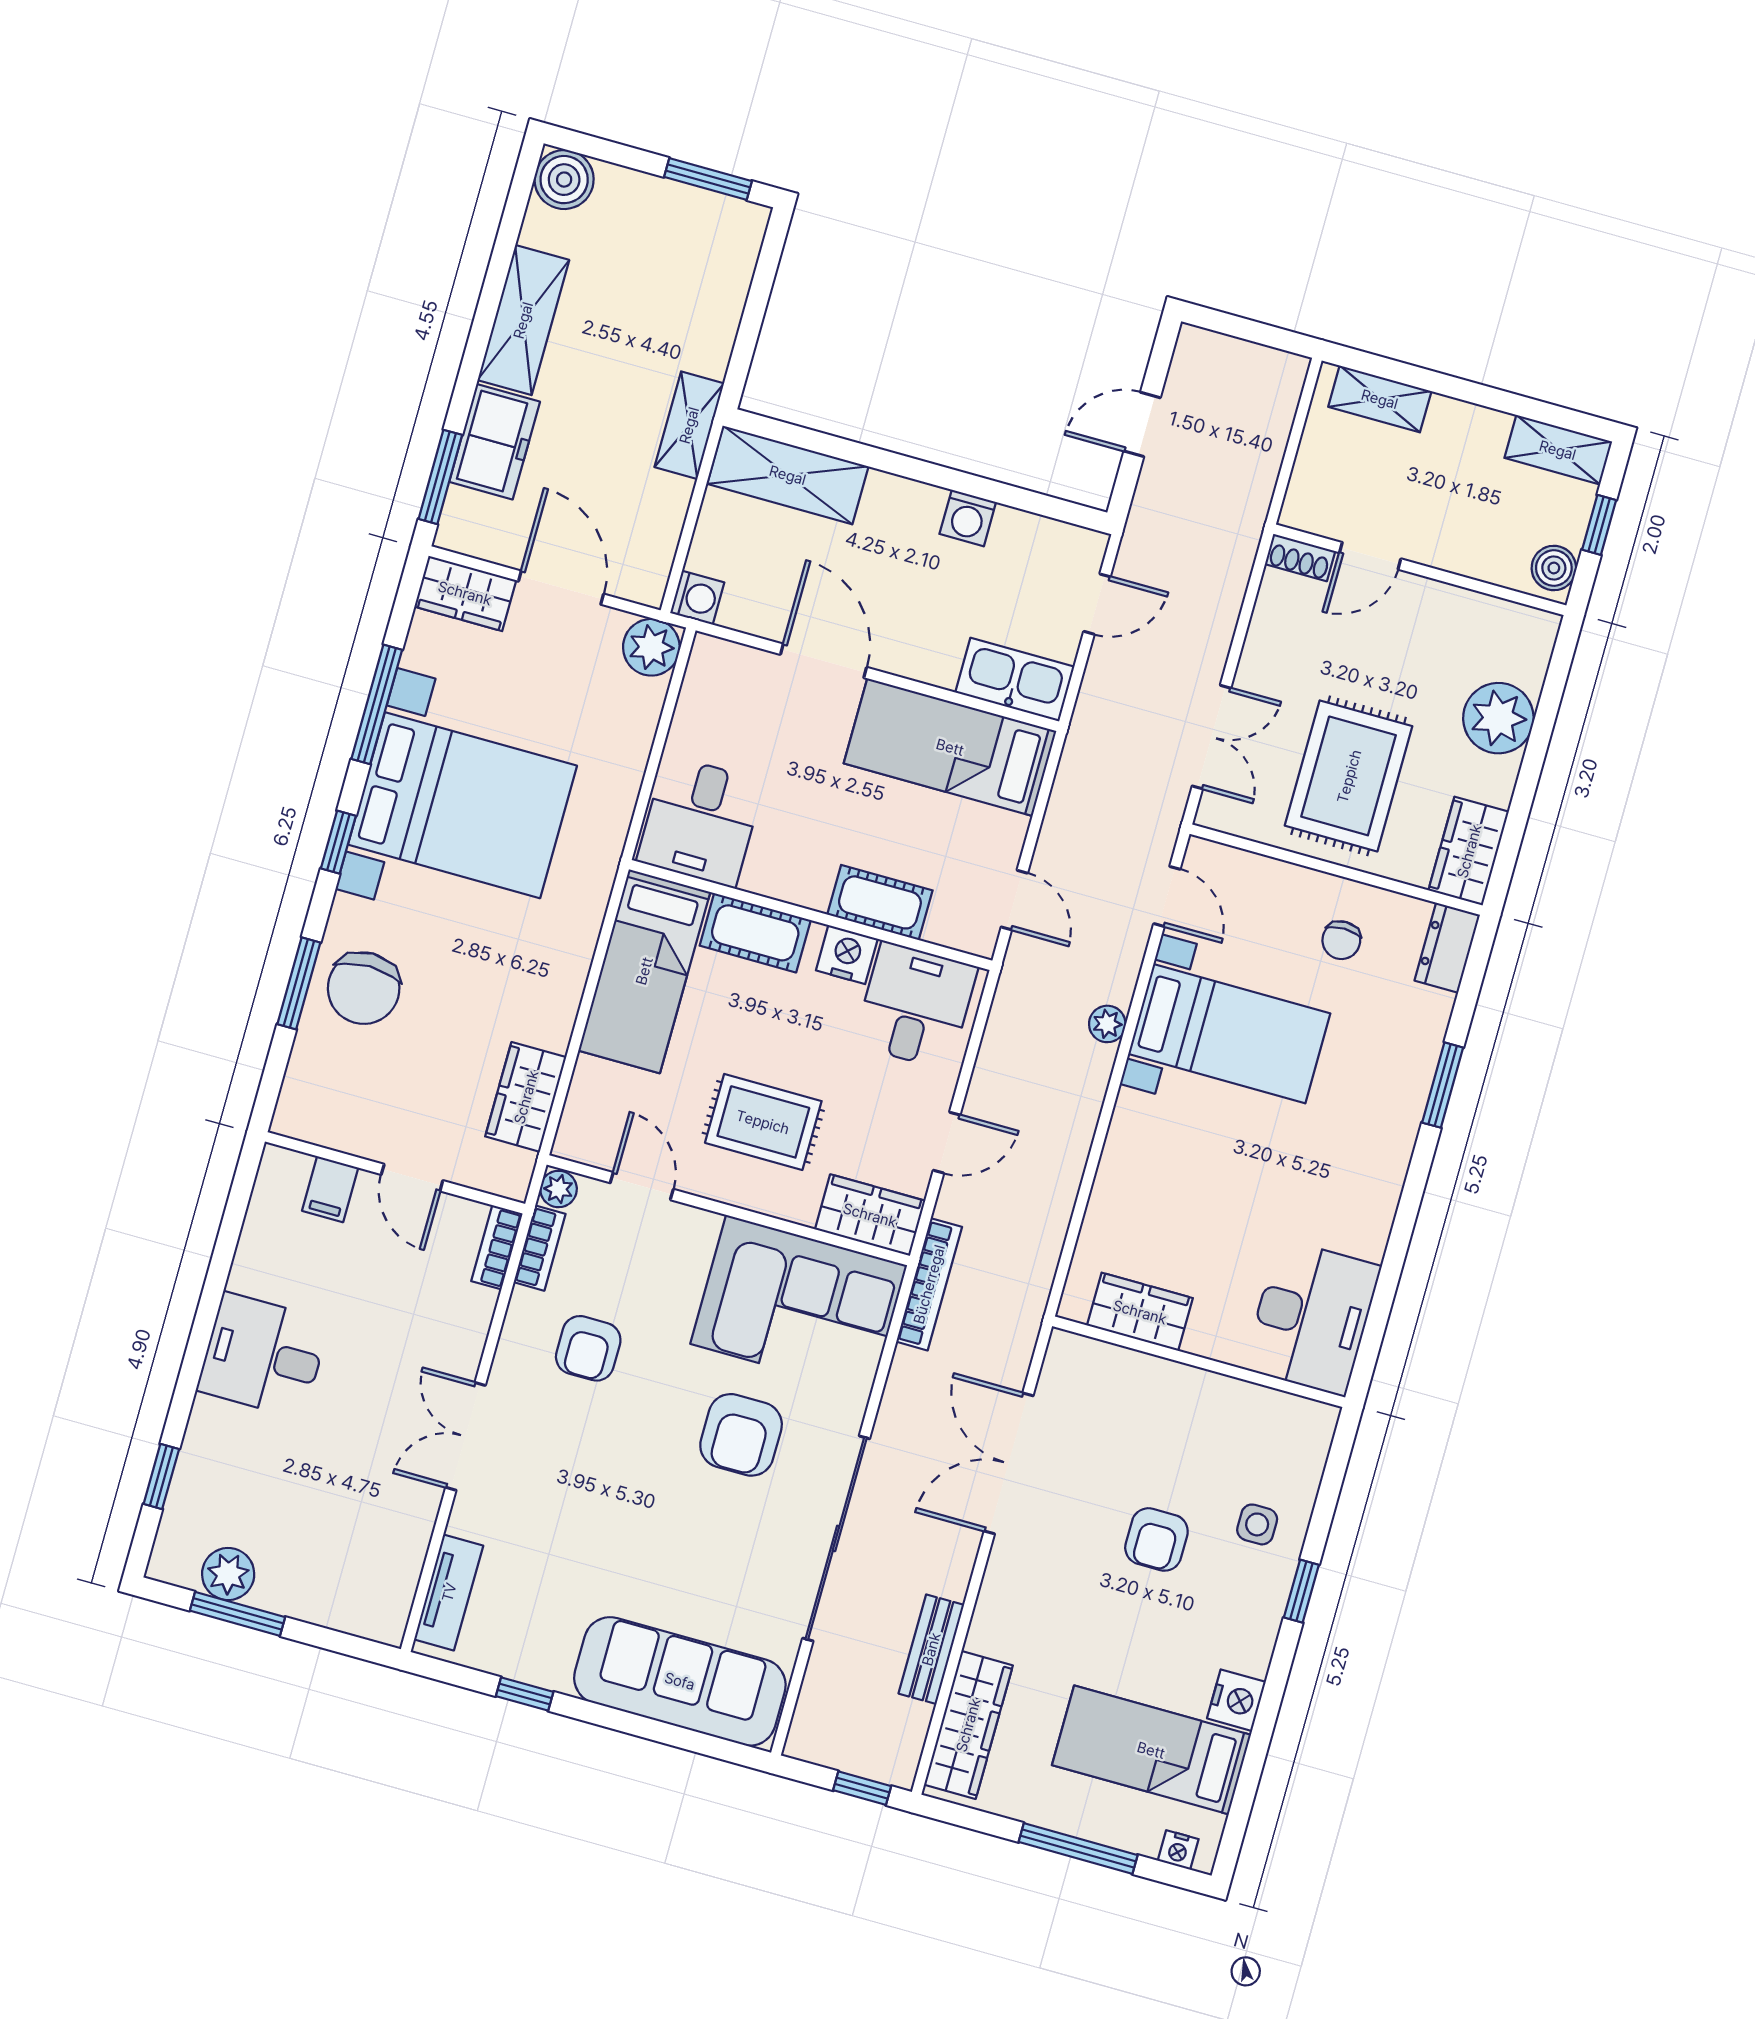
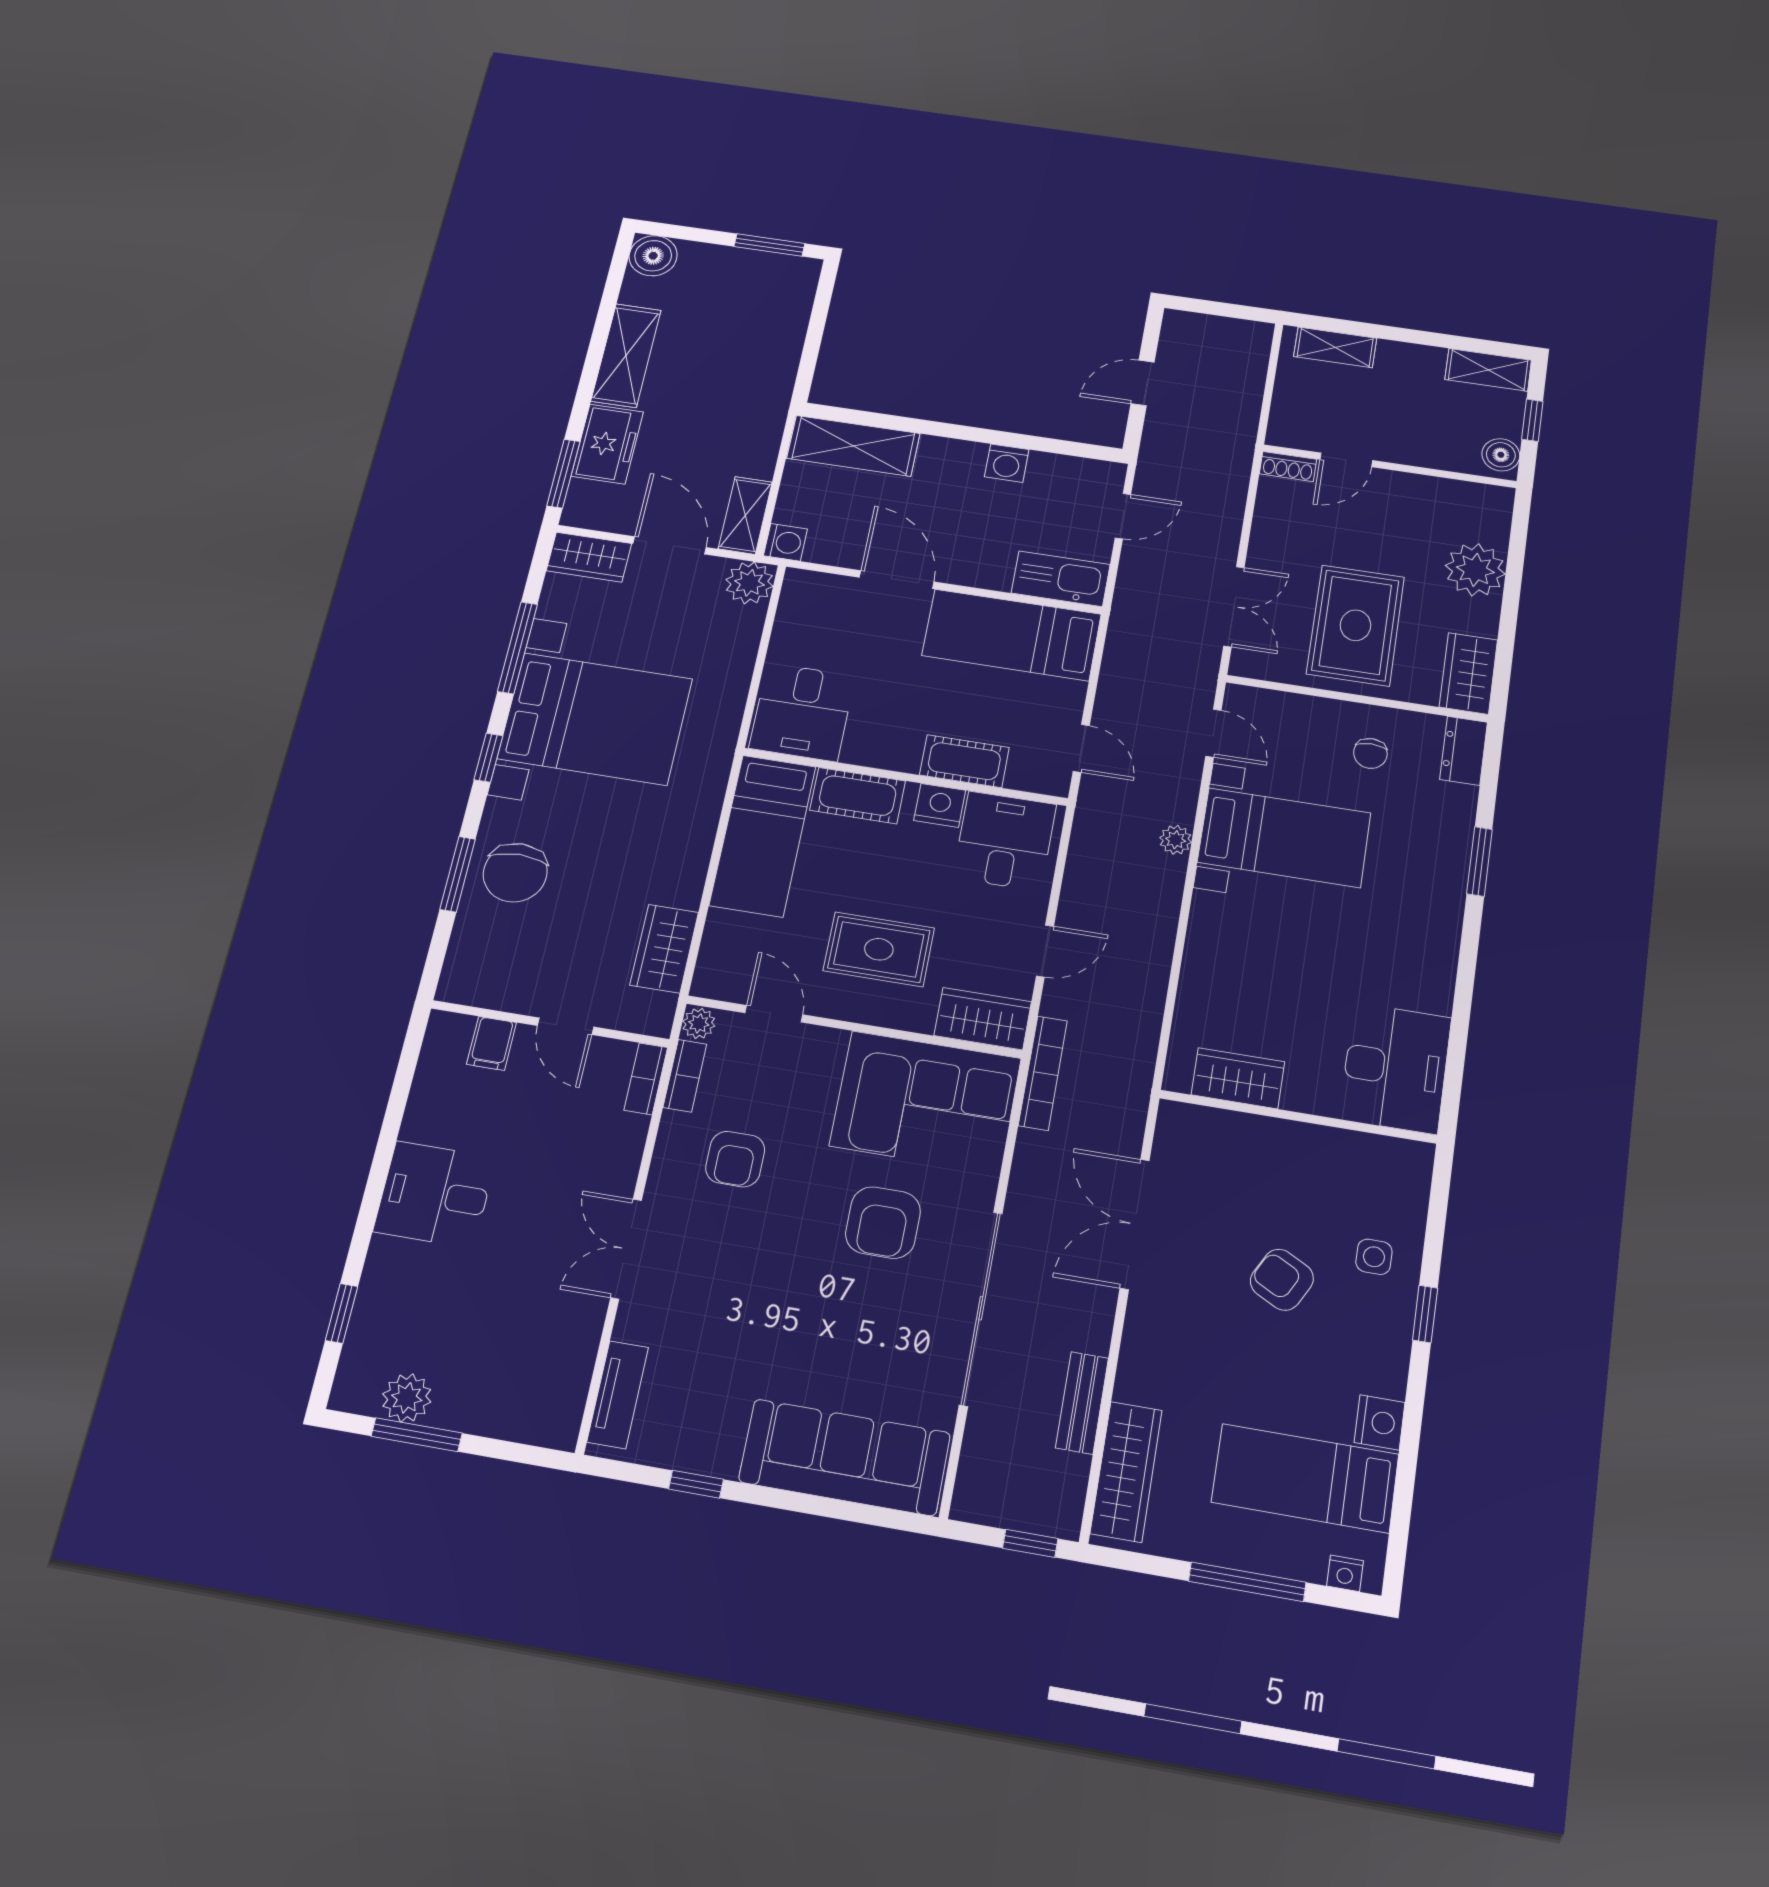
shelving: (689, 425) -> (745, 515), moved
armchair: (1156, 1539) -> (1282, 1280), turned 118

